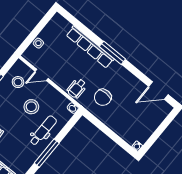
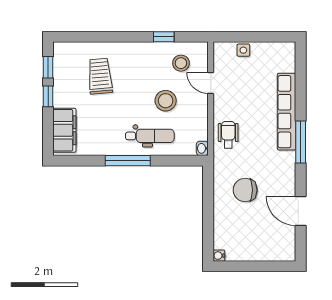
wheelchair: (77, 88) -> (228, 135), turned 90
door: (158, 90) -> (301, 211), moved
chair: (103, 97) -> (245, 190), moved

